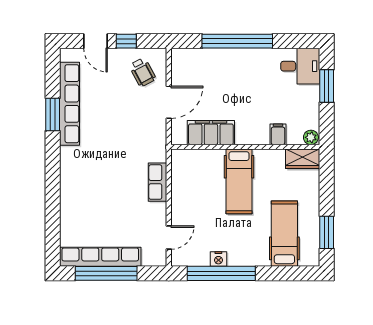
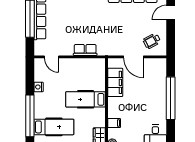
window: (126, 41) -> (171, 31), removed
window: (221, 273) -> (30, 116), moved

